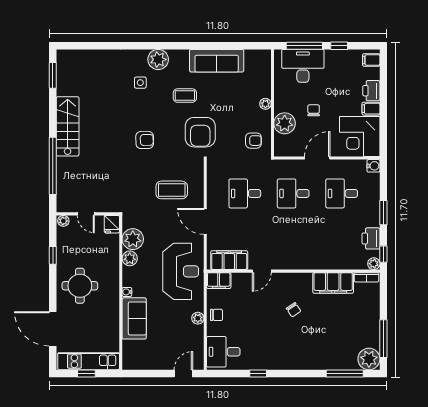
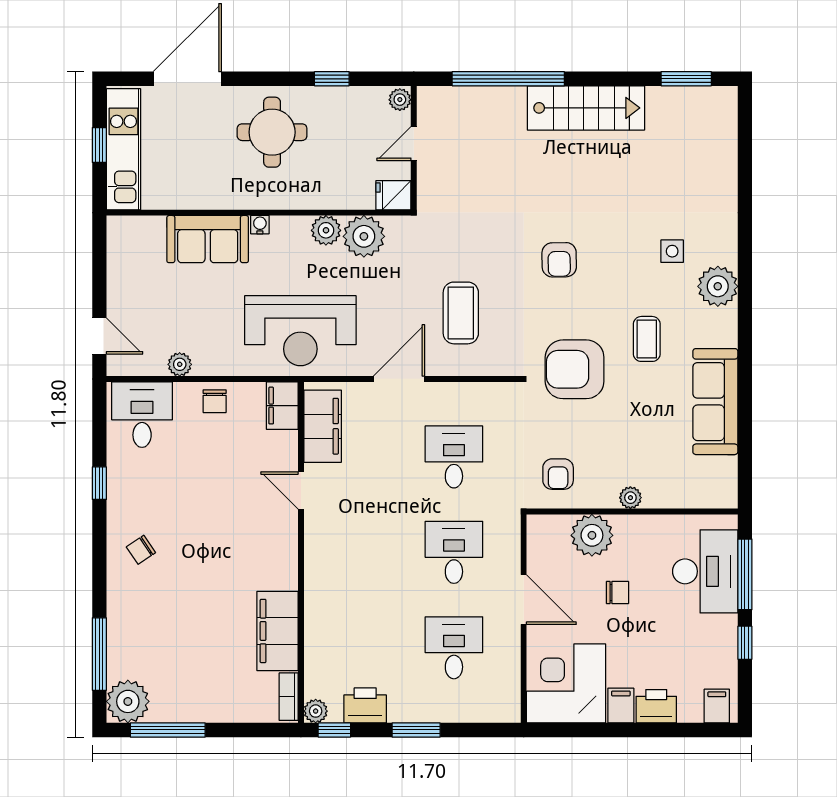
water cooler: (373, 166) -> (508, 710), removed
chair: (294, 310) -> (141, 550), moved
plant: (198, 318) -> (180, 364), moved

